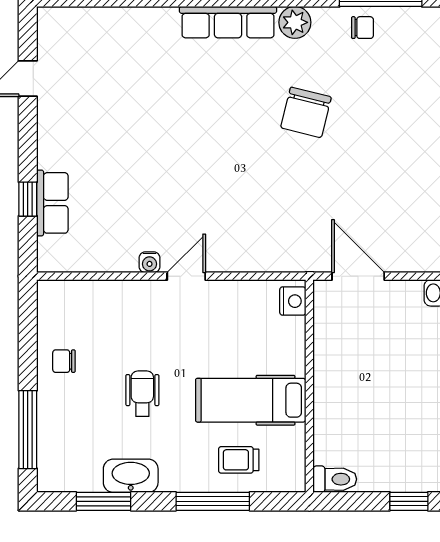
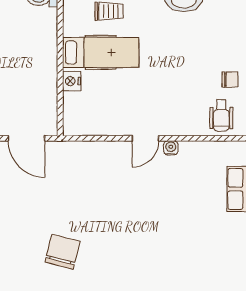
nightstand: (293, 301) -> (72, 81), moved
wheelchair: (142, 394) -> (221, 116), moved

